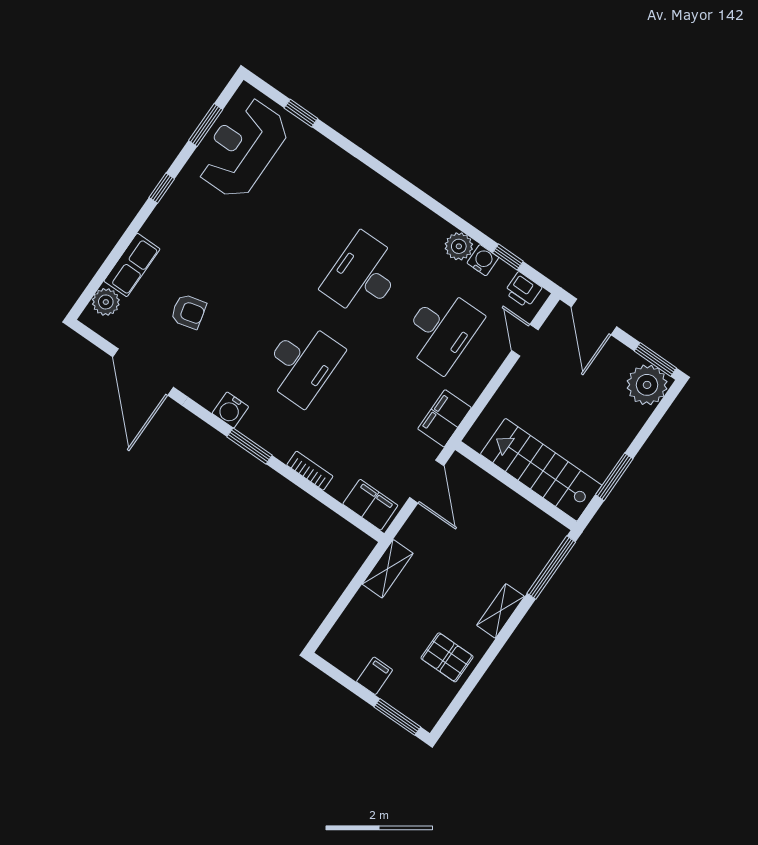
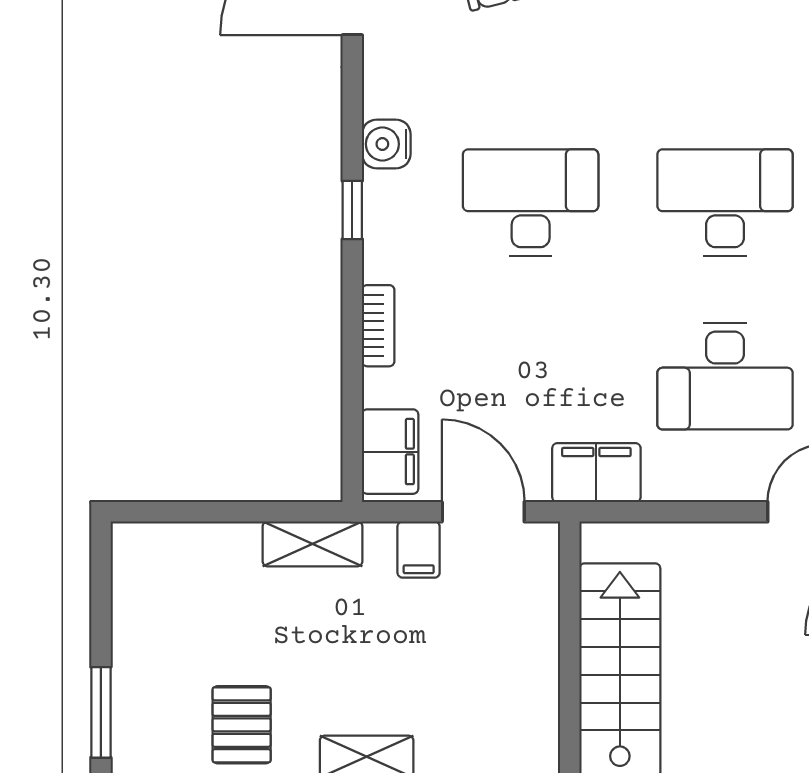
desk: (302, 363) -> (531, 203), turned 180
window: (250, 446) -> (352, 210), width x0.67
door: (427, 482) -> (483, 512), swing flipped
filing cabinet: (375, 676) -> (419, 550), moved, turned 90

